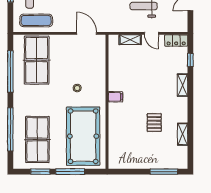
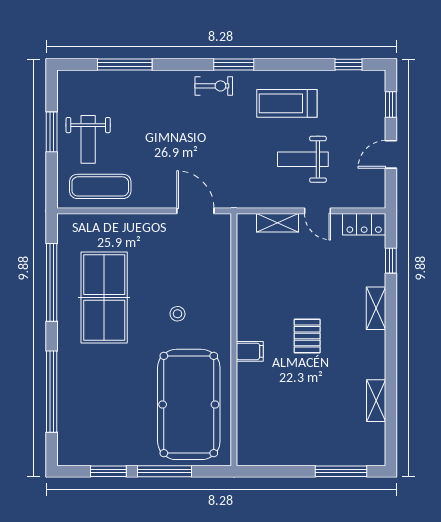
table tennis table: (37, 60) -> (104, 297), moved
filing cabinet: (115, 97) -> (250, 351), moved
pallet: (154, 123) -> (307, 336), moved
table tennis table: (37, 139) -> (103, 411), removed

